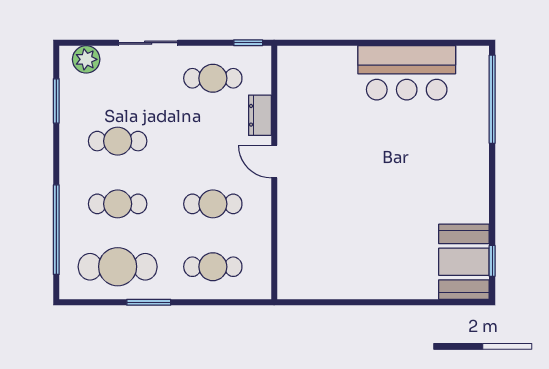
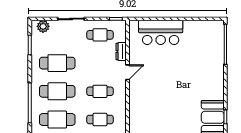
bar counter: (407, 73) -> (161, 32), moved
cafe table: (118, 141) -> (57, 63), width x1.37, depth x1.35
door: (274, 162) -> (128, 72), swing flipped
cafe table: (118, 204) -> (57, 91), width x1.37, depth x1.35

